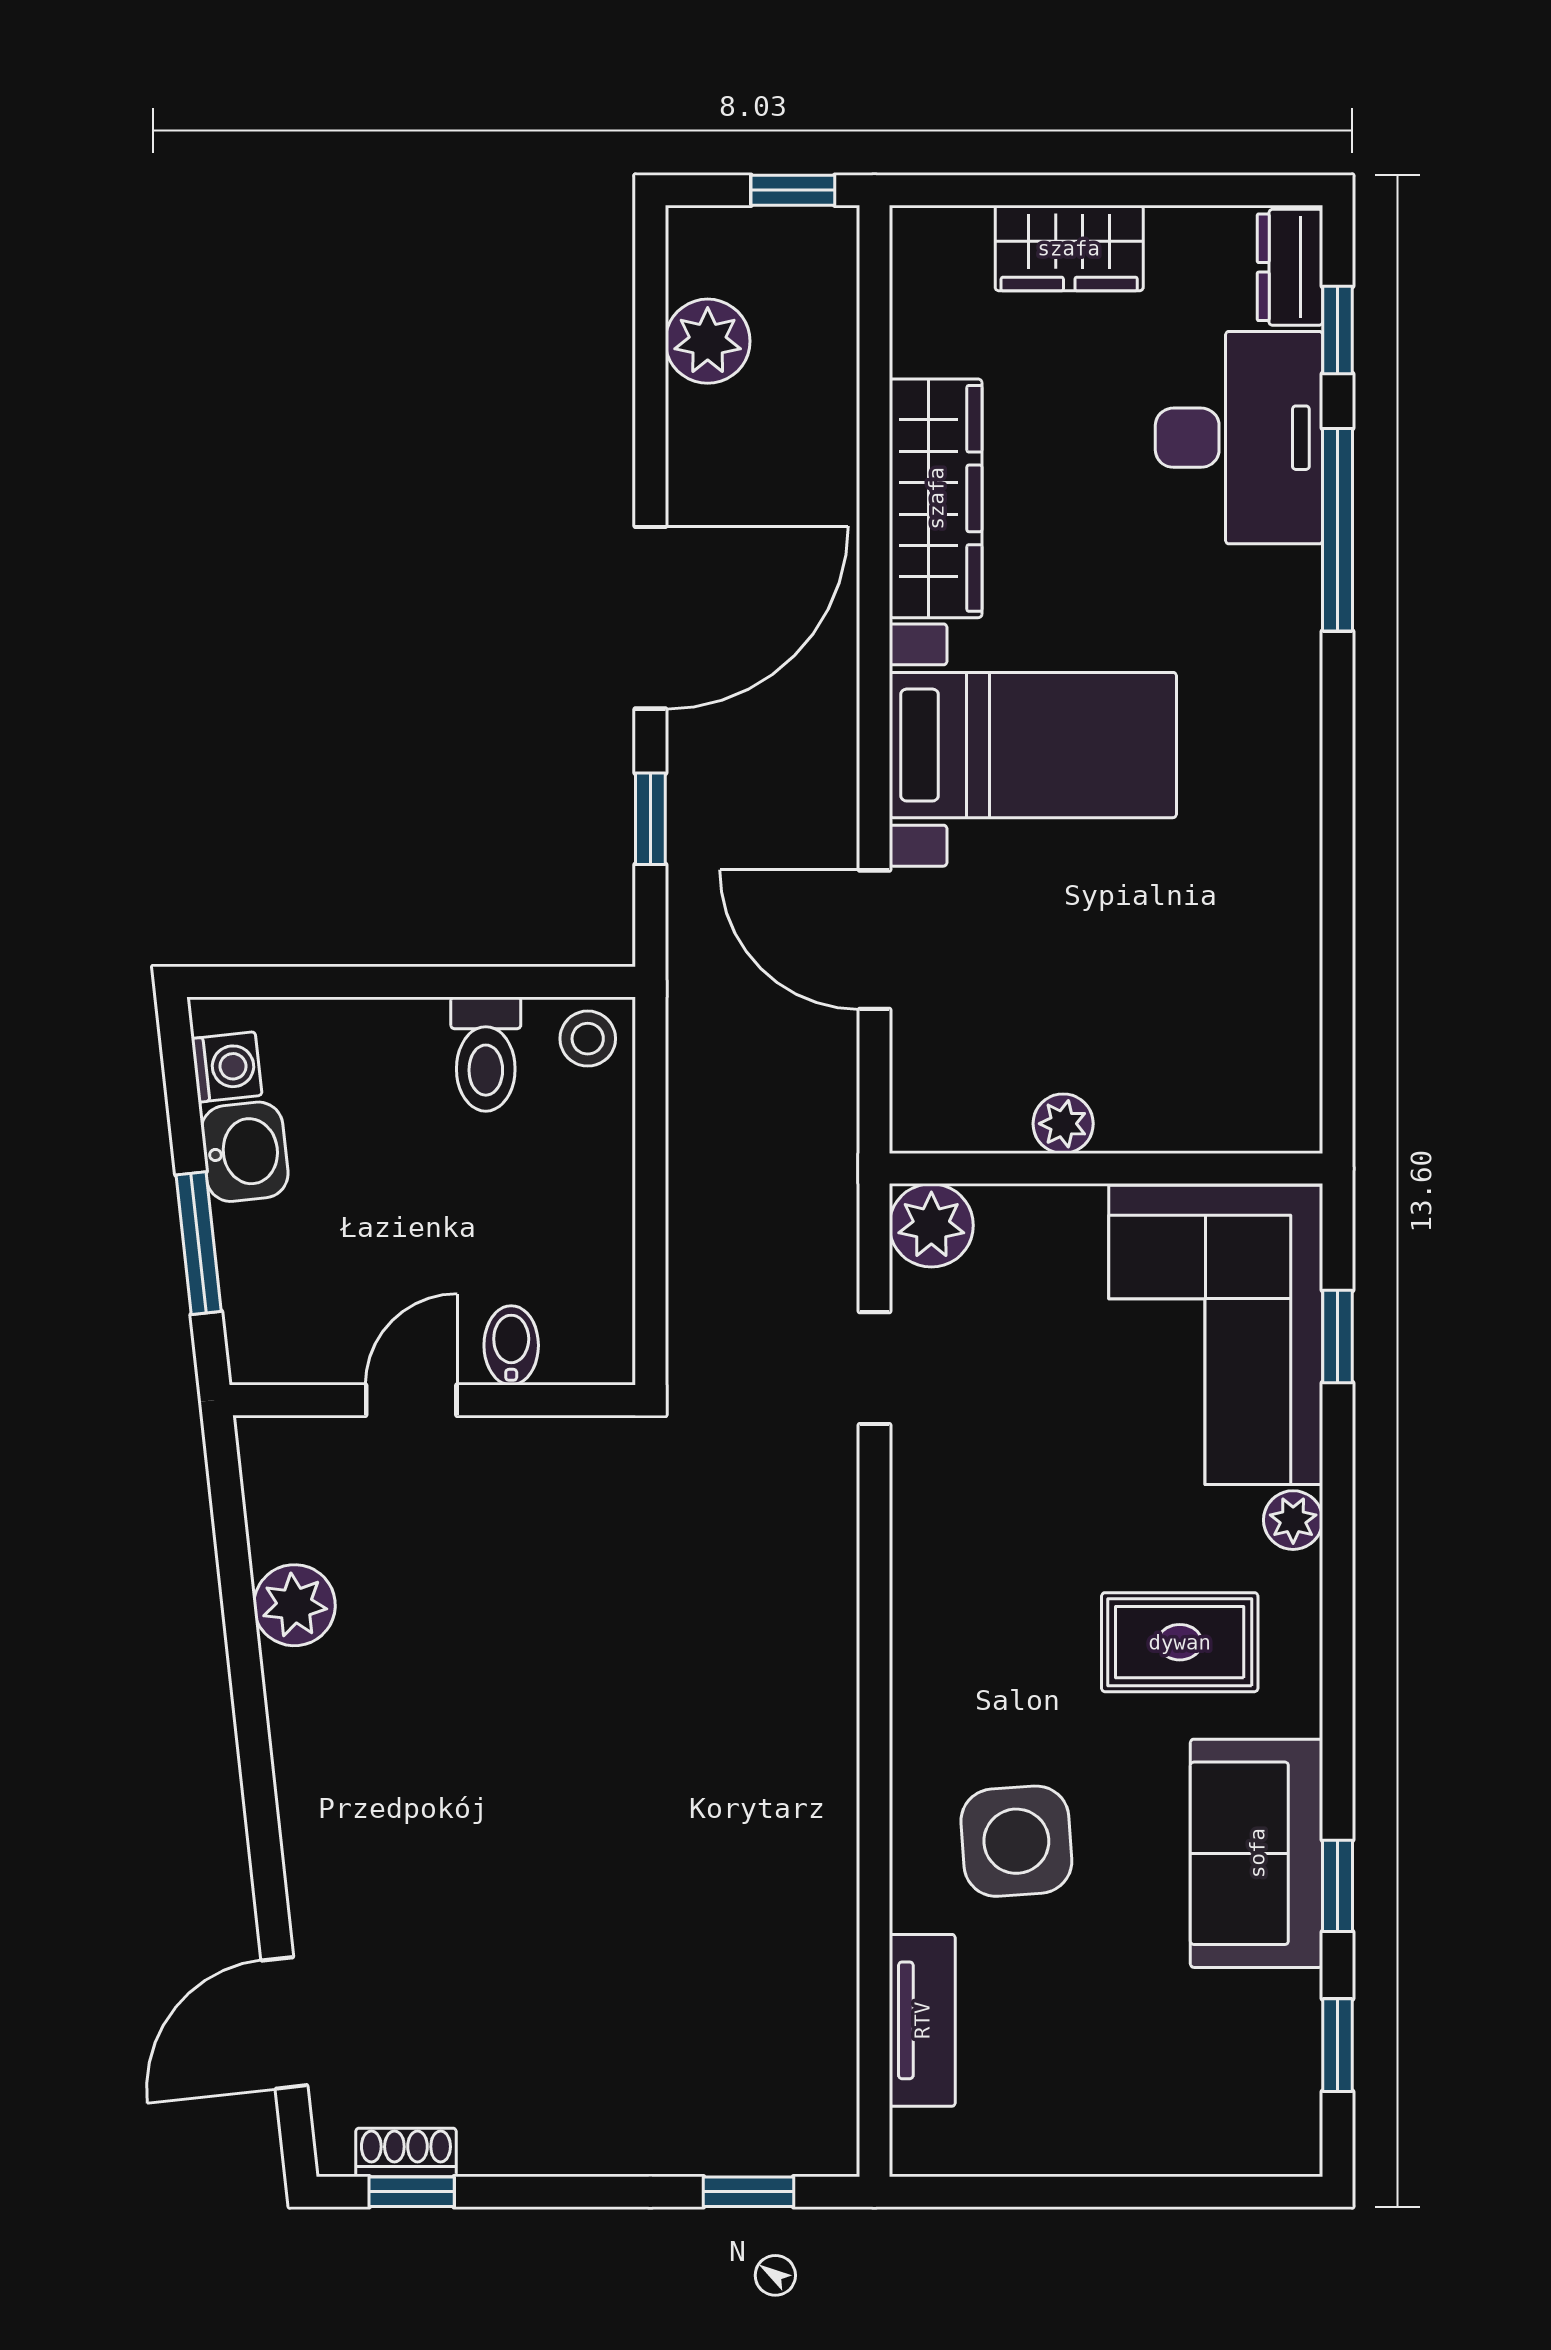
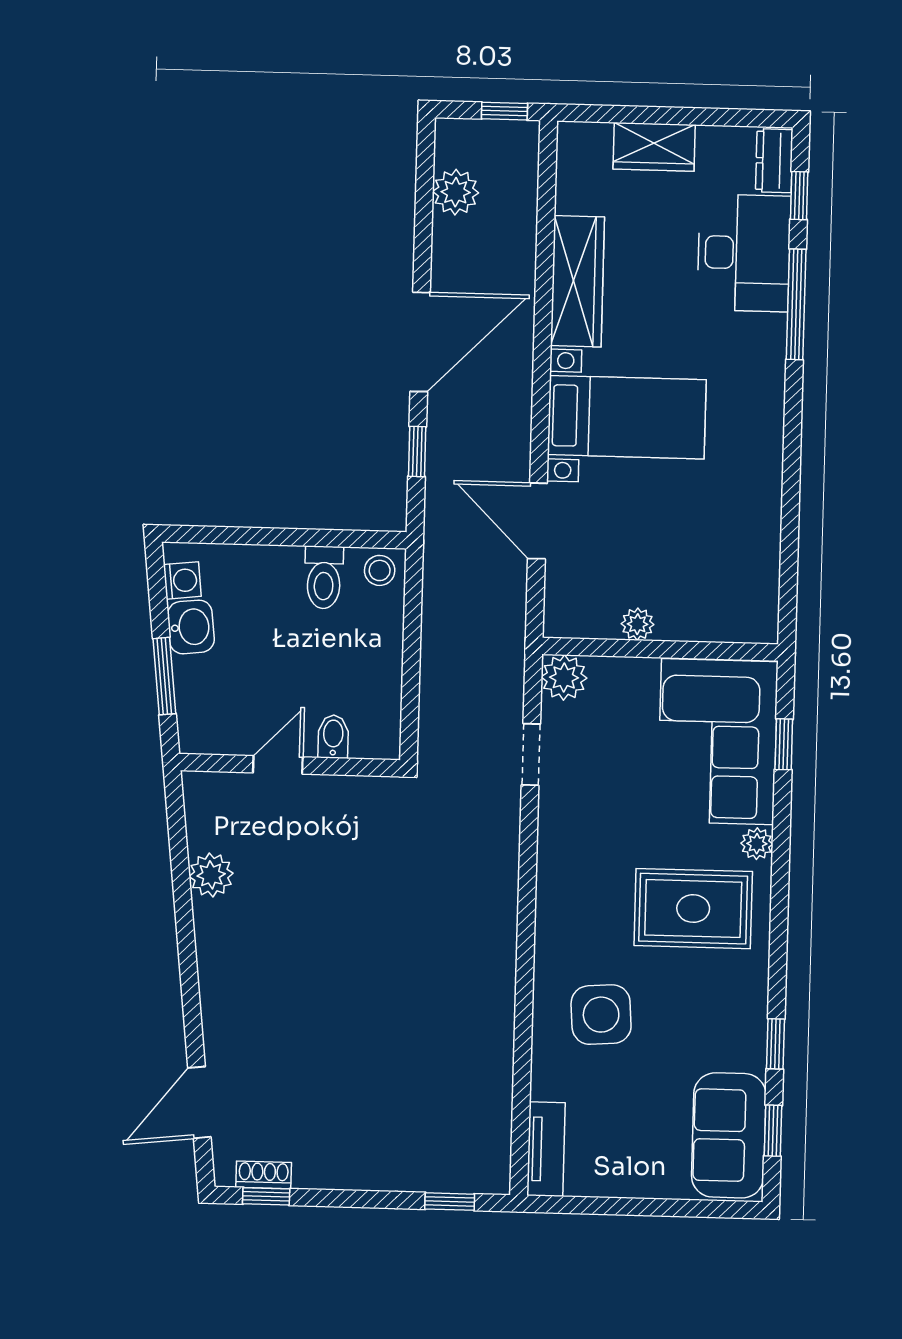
rug: (1180, 1642) -> (693, 909), width x1.36, depth x1.43
sofa: (1257, 1853) -> (729, 1135), moved
tv unit: (922, 2020) -> (546, 1149), moved

